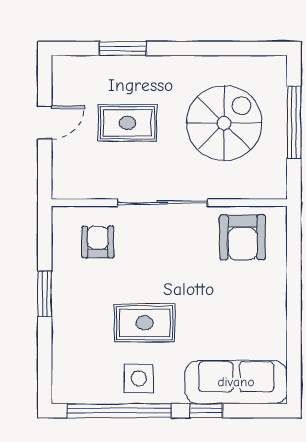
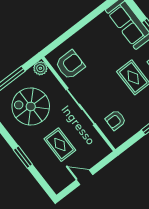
window: (123, 48) -> (23, 157), moved
plant: (273, 186) -> (40, 68), added

